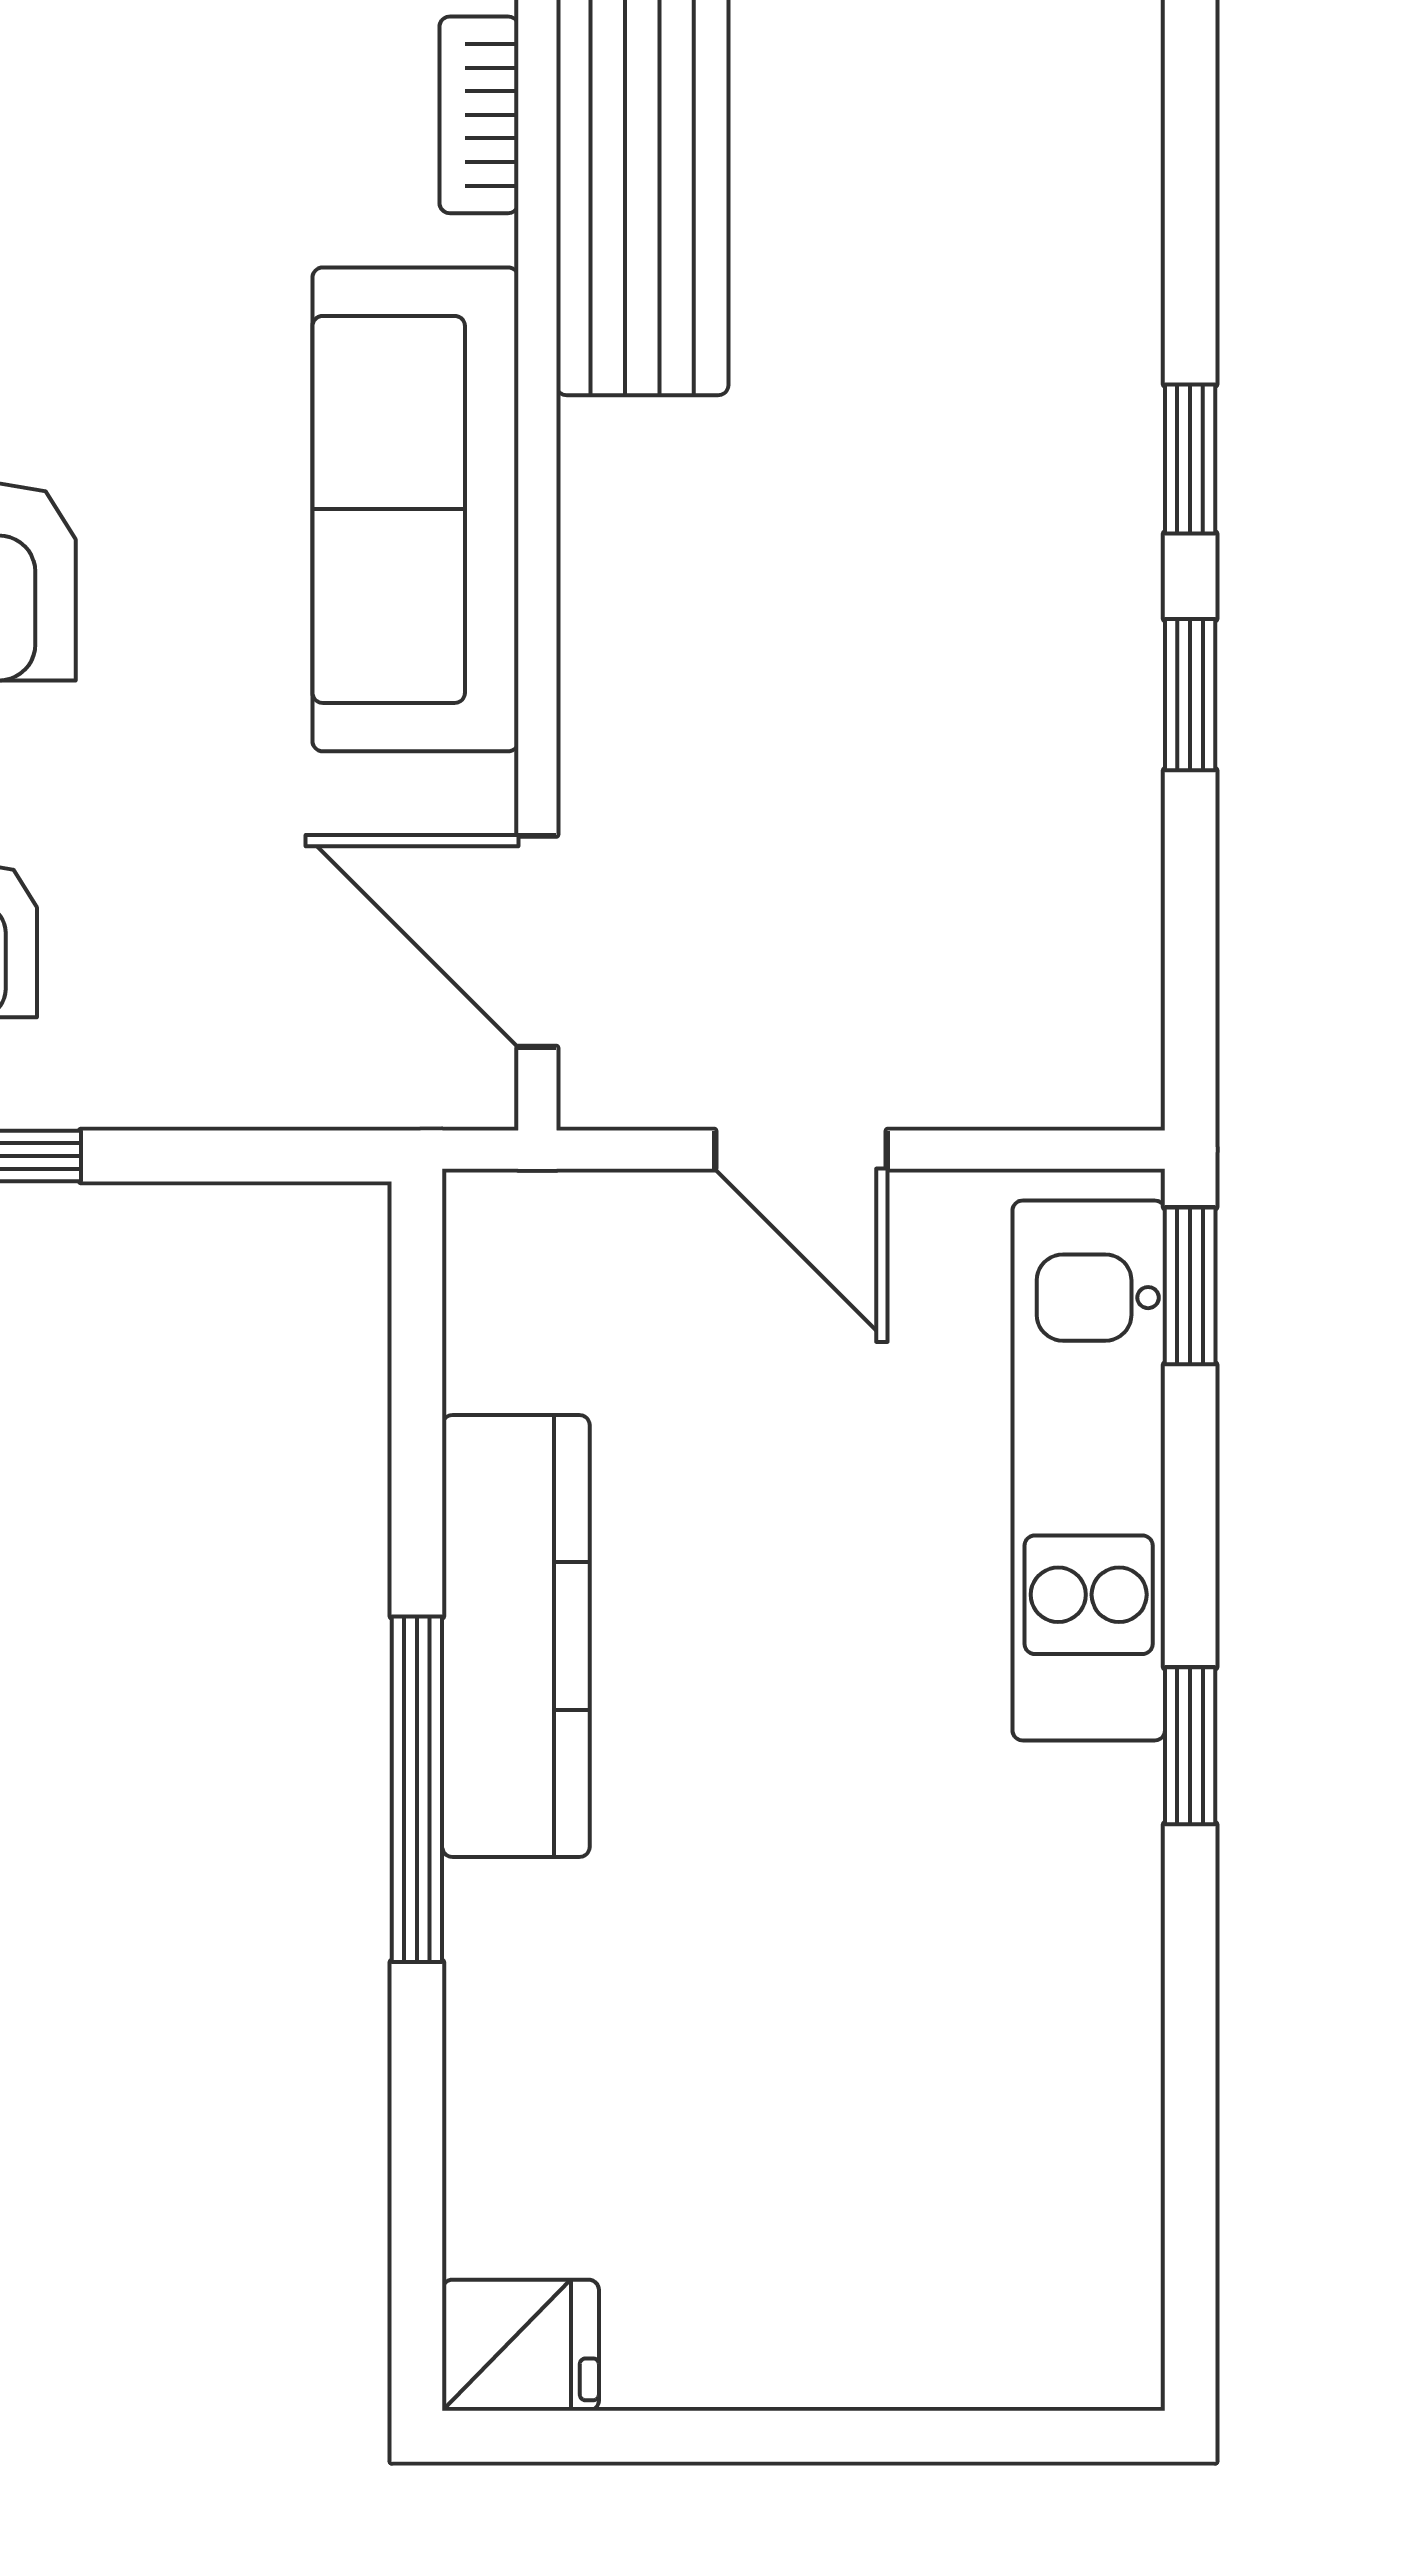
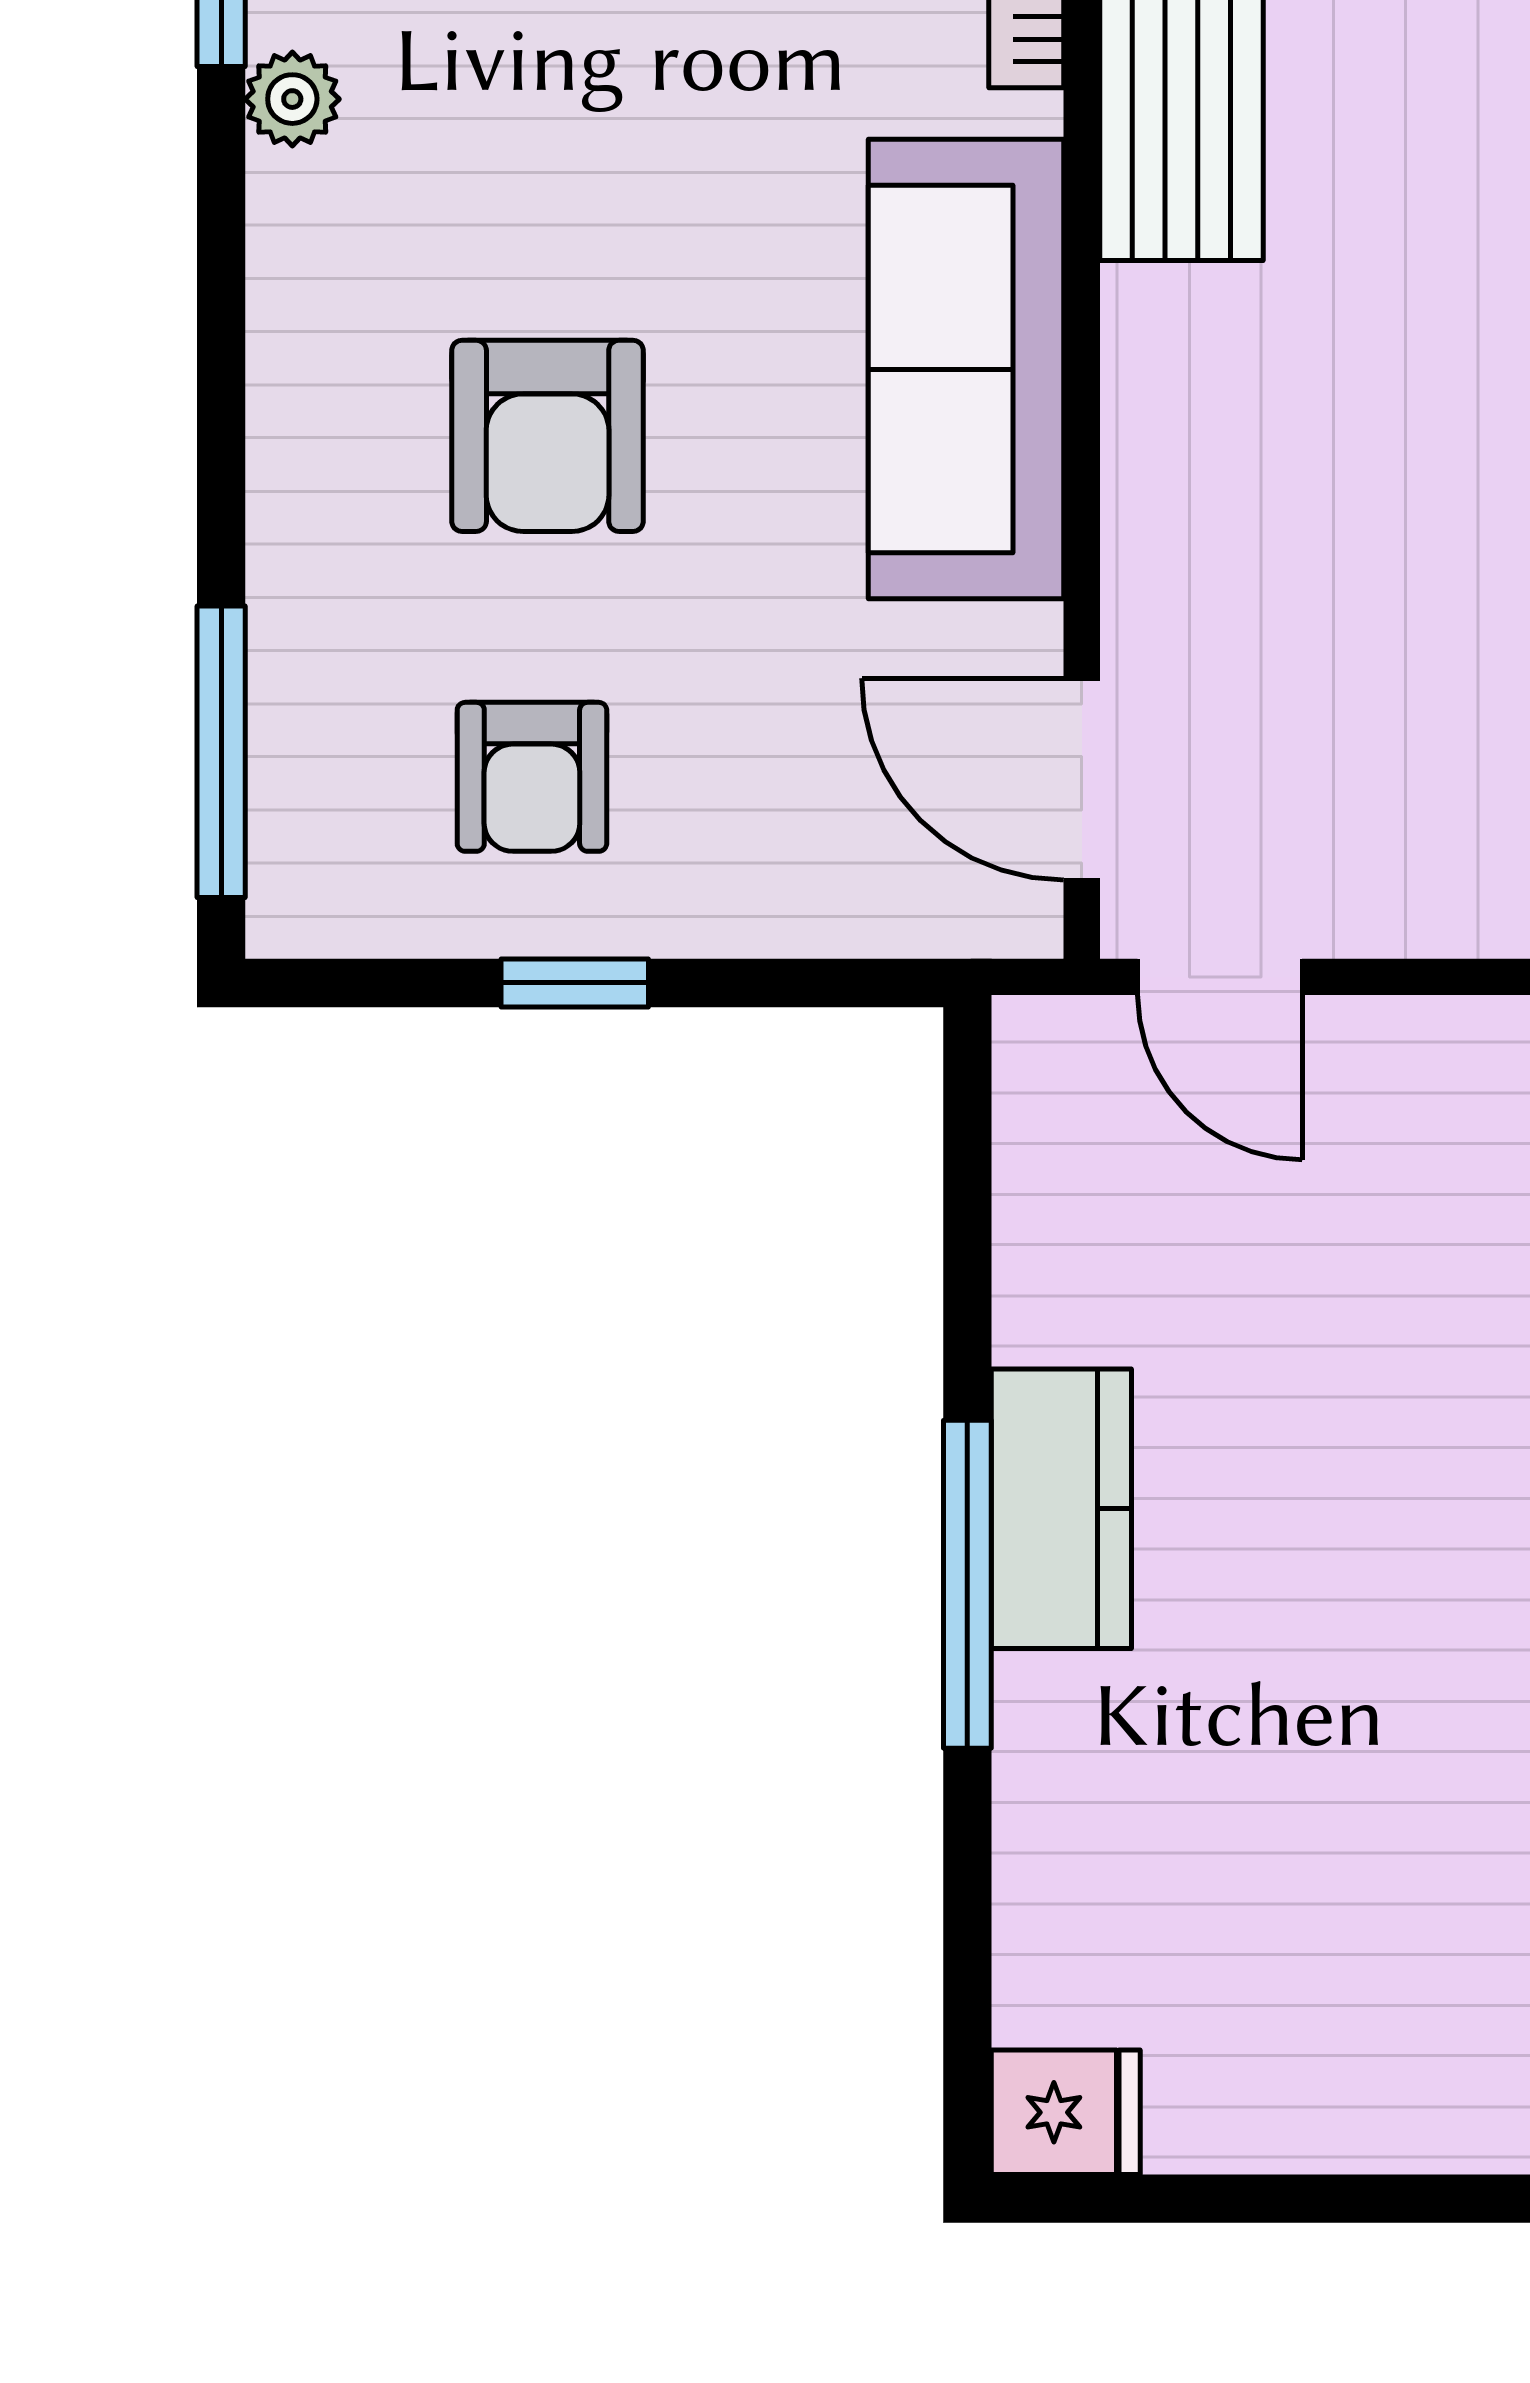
door: (801, 1150) -> (1220, 977), moved
kitchen counter: (516, 1636) -> (1061, 1509), width x0.67

